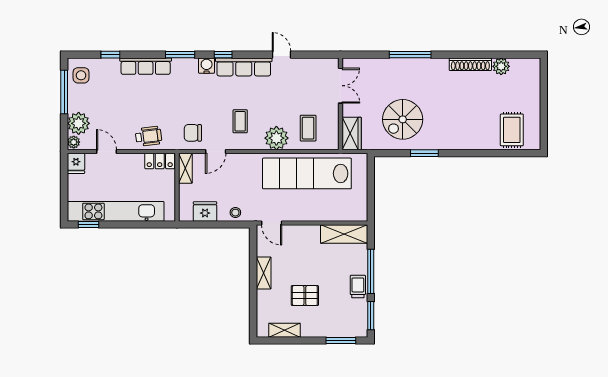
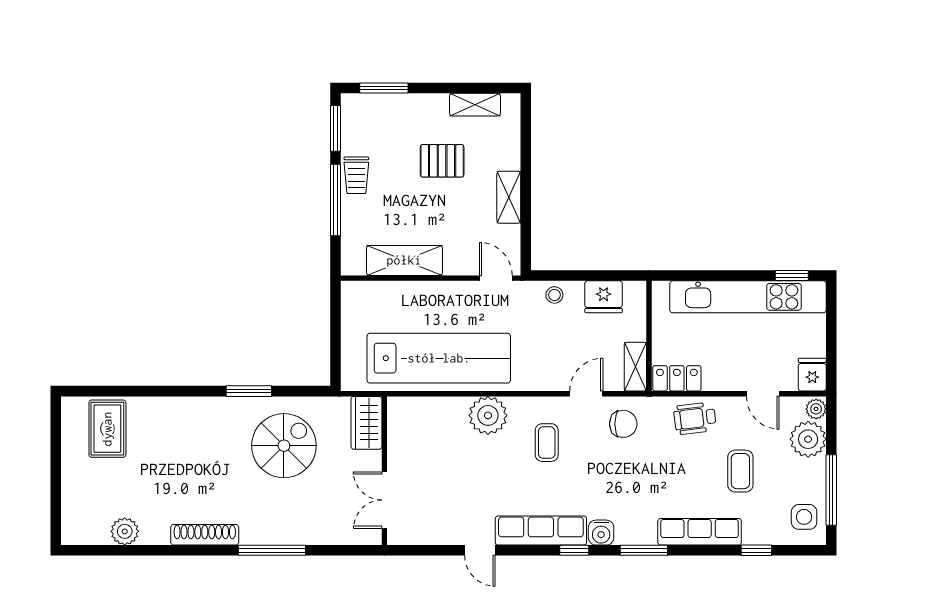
shoe rack: (470, 64) -> (205, 535), moved
coffee table: (308, 128) -> (740, 471), moved
shelving: (344, 234) -> (404, 260), moved

